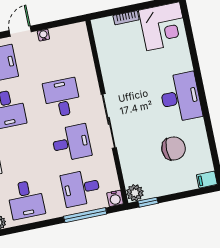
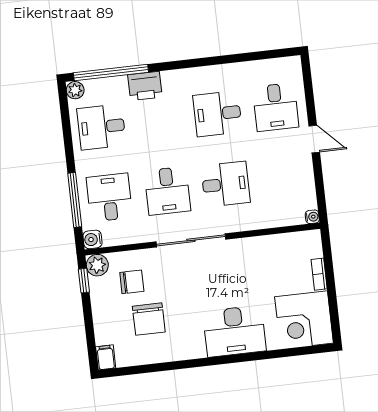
water cooler: (43, 35) -> (312, 217), moved
desk: (181, 97) -> (234, 331), moved
chair: (146, 164) -> (132, 282), added

